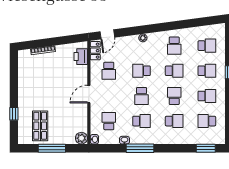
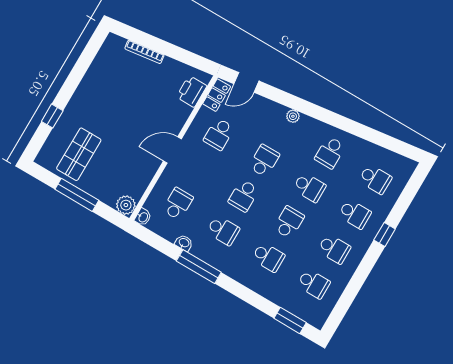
school desk: (142, 71) -> (264, 161), turned 90
school desk: (207, 121) -> (314, 284), turned 180

